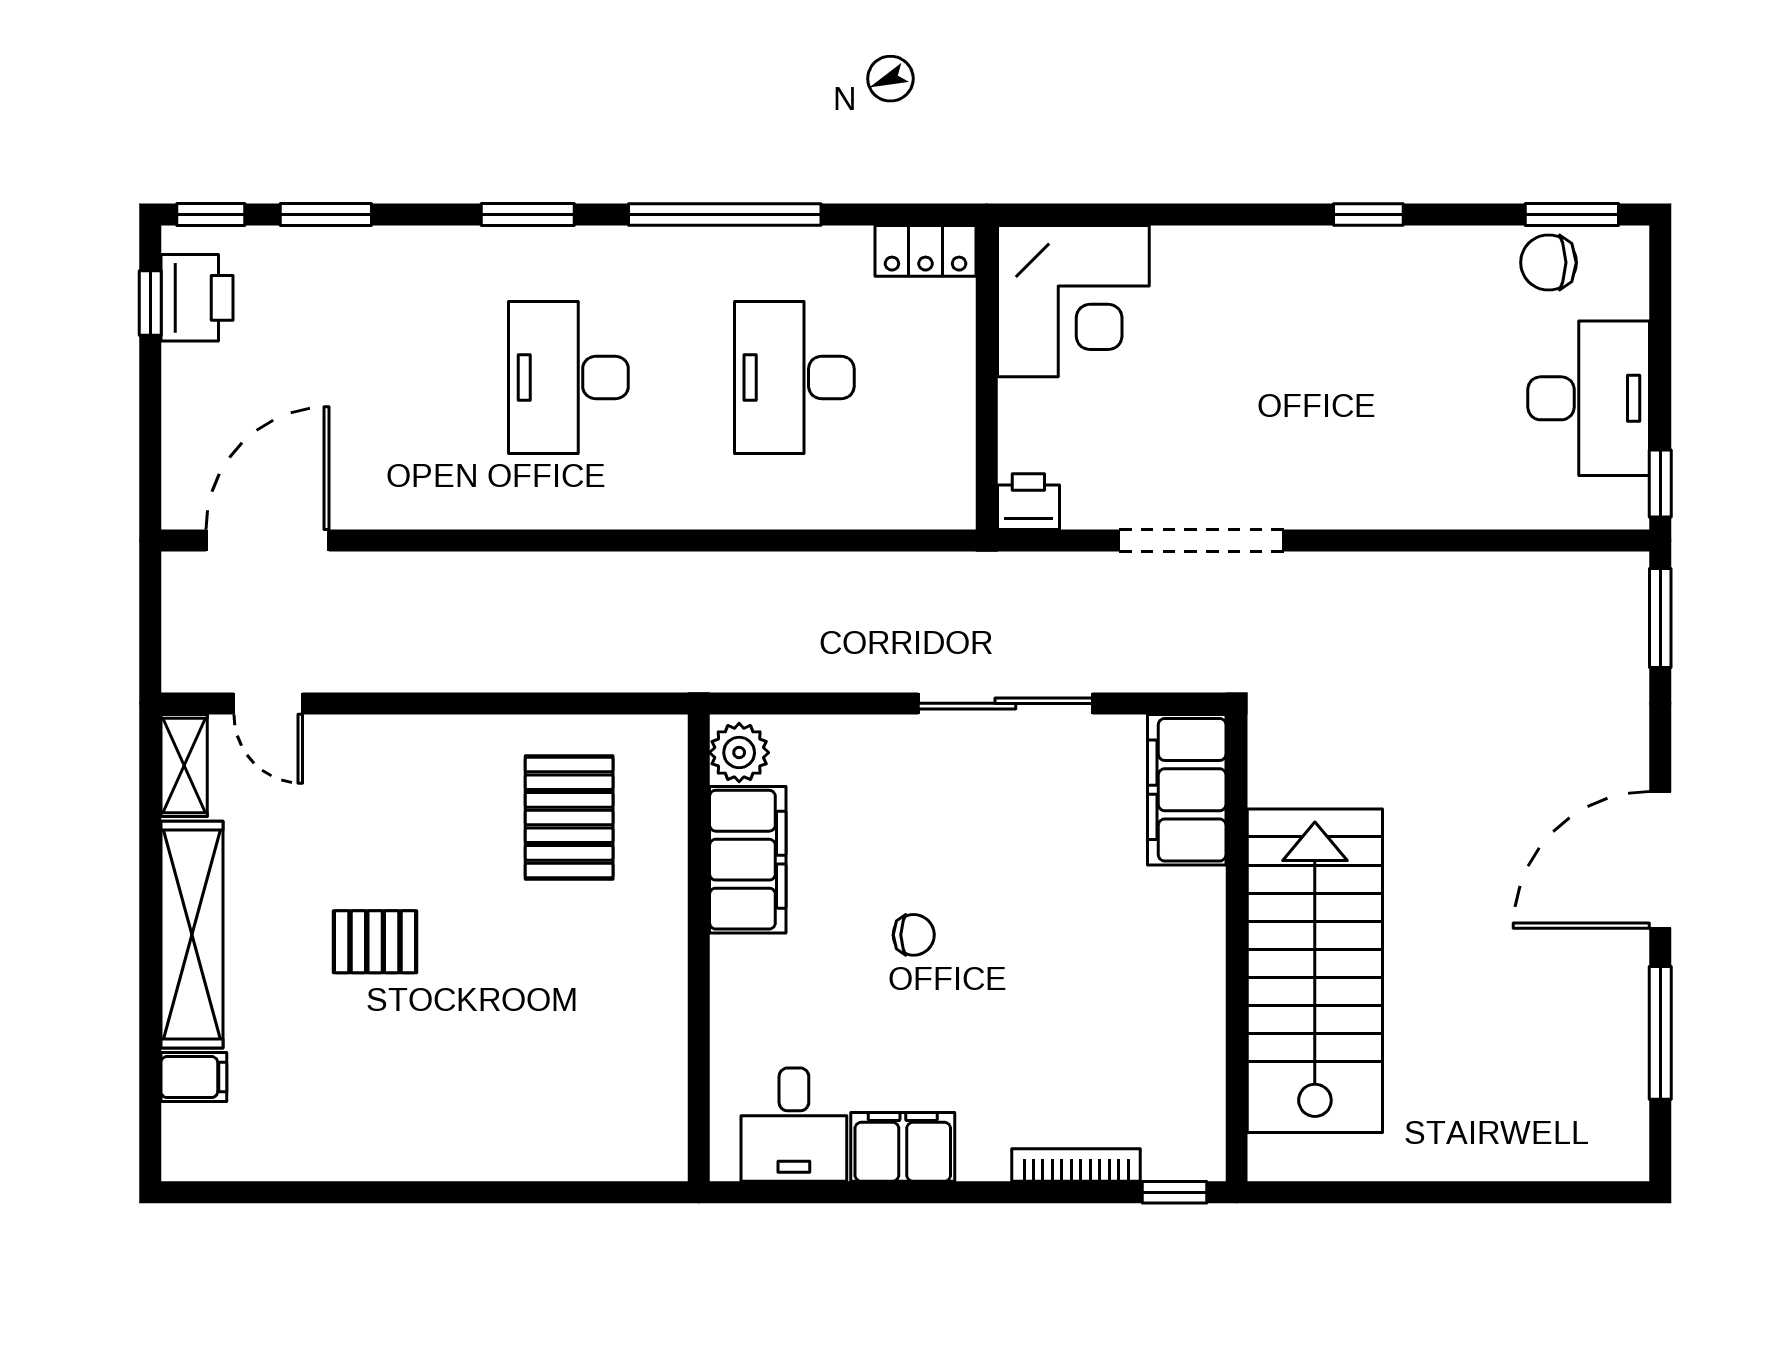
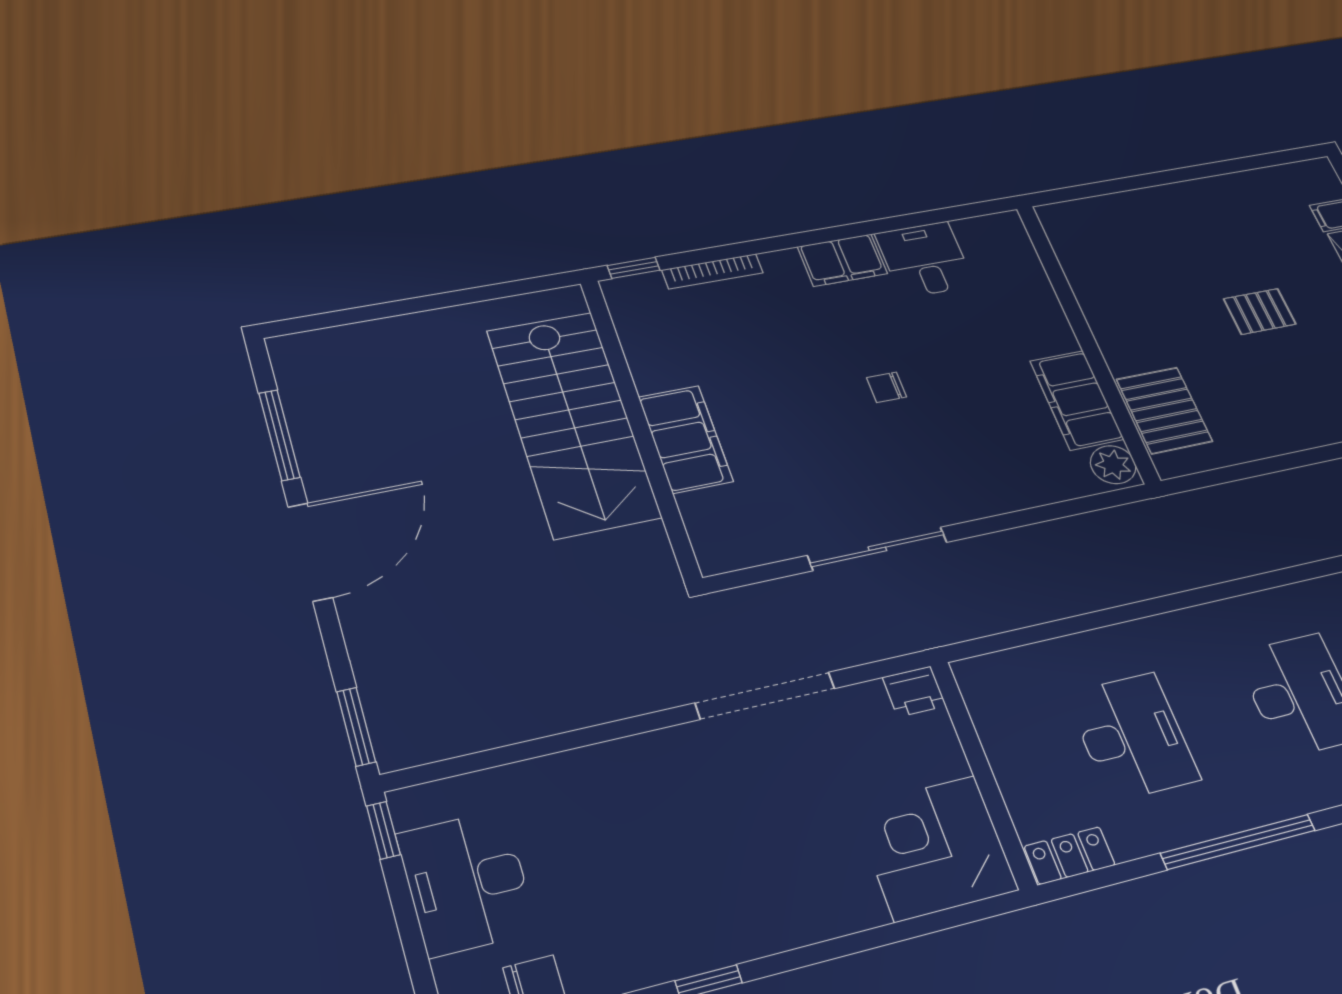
plant: (739, 753) -> (1113, 465), moved
filing cabinet: (1187, 790) -> (686, 439), moved
filing cabinet: (748, 860) -> (1077, 400), moved
wall: (699, 948) -> (1087, 341), moved

